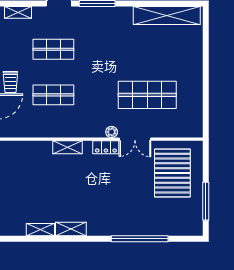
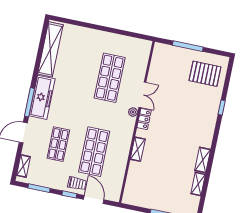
freezer: (106, 18) -> (42, 97), added
shop shelf: (53, 95) -> (94, 152), width x1.43, depth x1.36
pallet: (172, 173) -> (205, 74), moved, width x0.73, depth x0.71
window: (206, 201) -> (188, 46), moved
window: (140, 239) -> (222, 107), width x0.32

